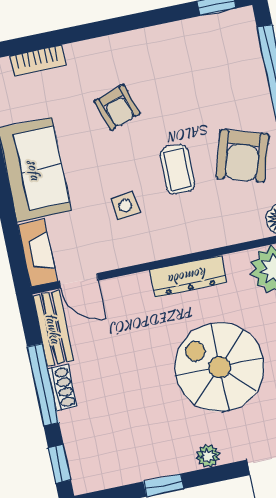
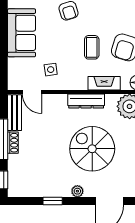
side table: (125, 206) -> (51, 70), moved
fireplace: (37, 253) -> (104, 83), moved, turned -90

